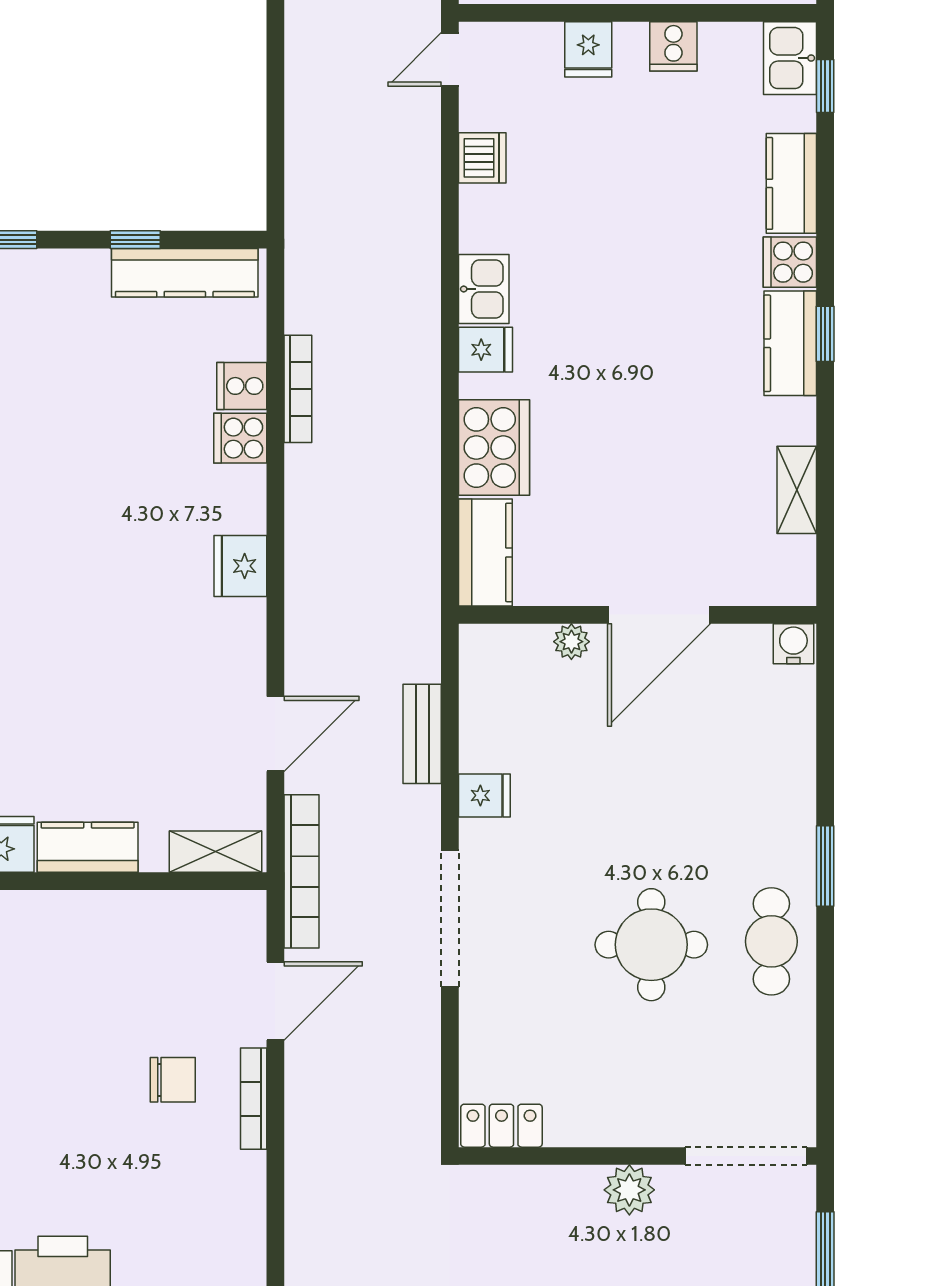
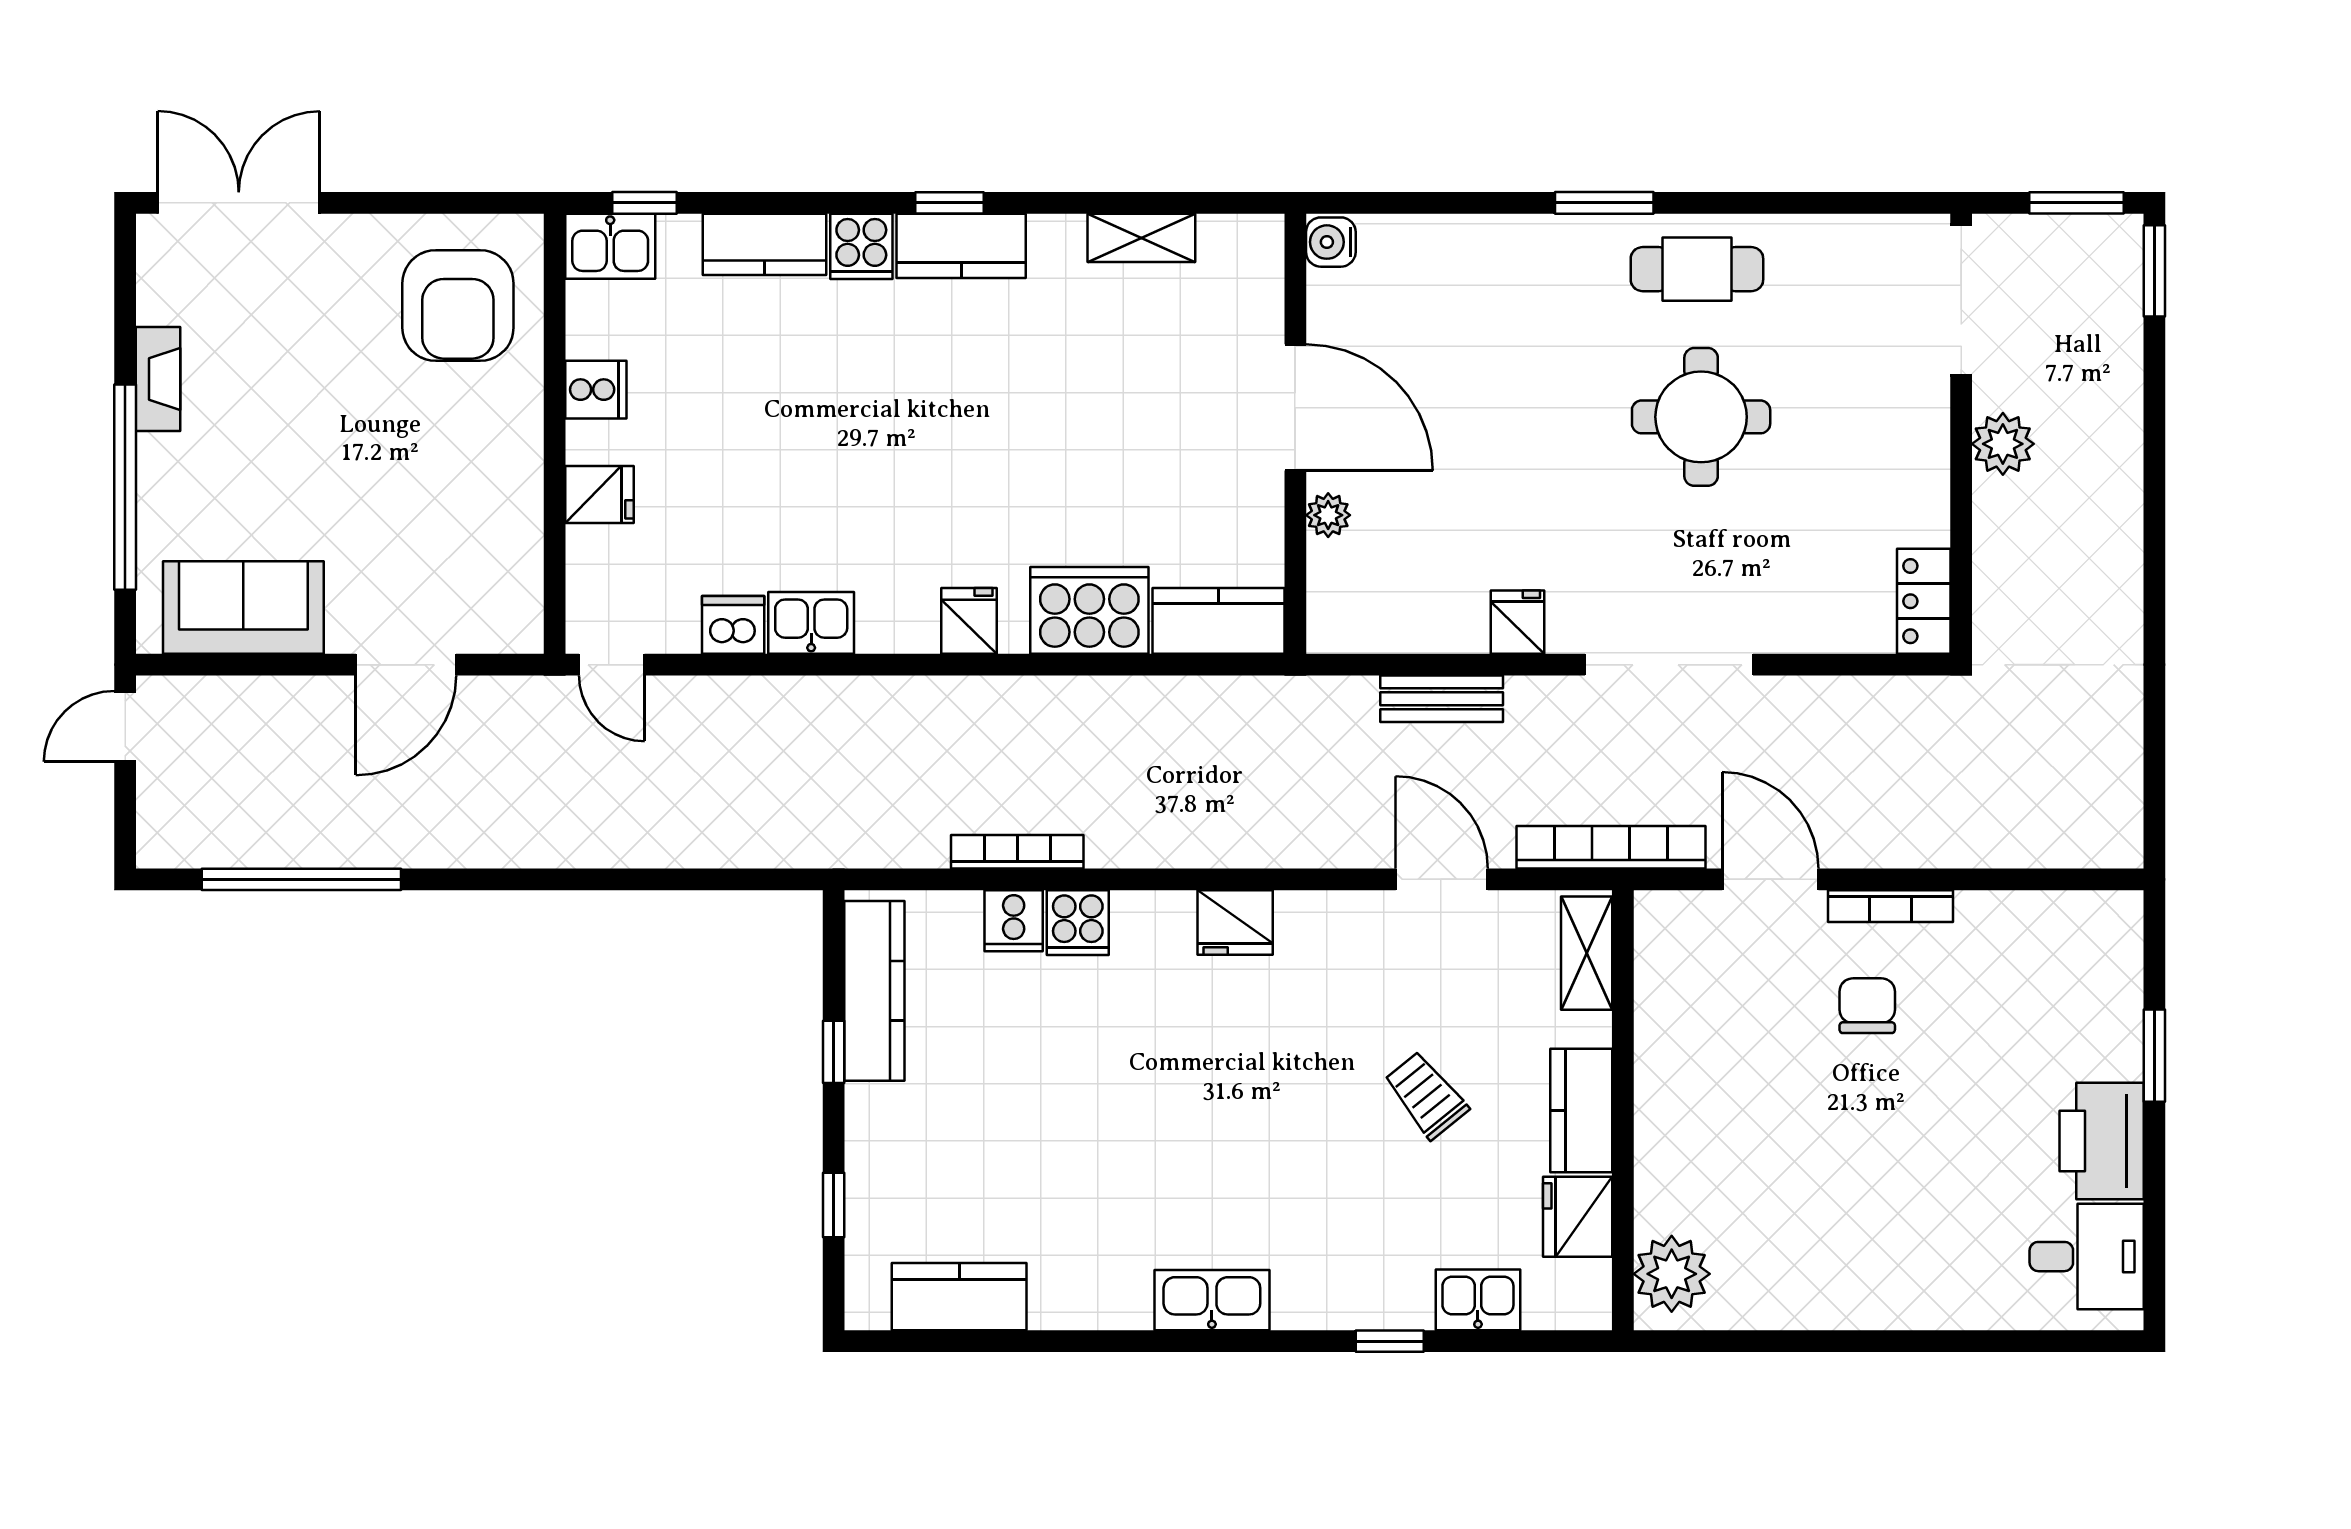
kitchen sink: (484, 289) -> (811, 623), moved
trolley: (100, 721) -> (1426, 1095), added

